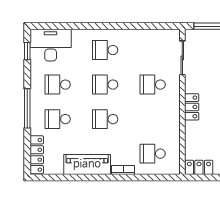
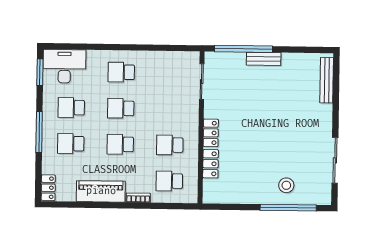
window: (27, 51) -> (40, 72), width x1.50
school desk: (153, 85) -> (170, 145), moved
locker: (37, 155) -> (48, 188), width x0.66
locker: (199, 167) -> (210, 164), moved, turned 90

